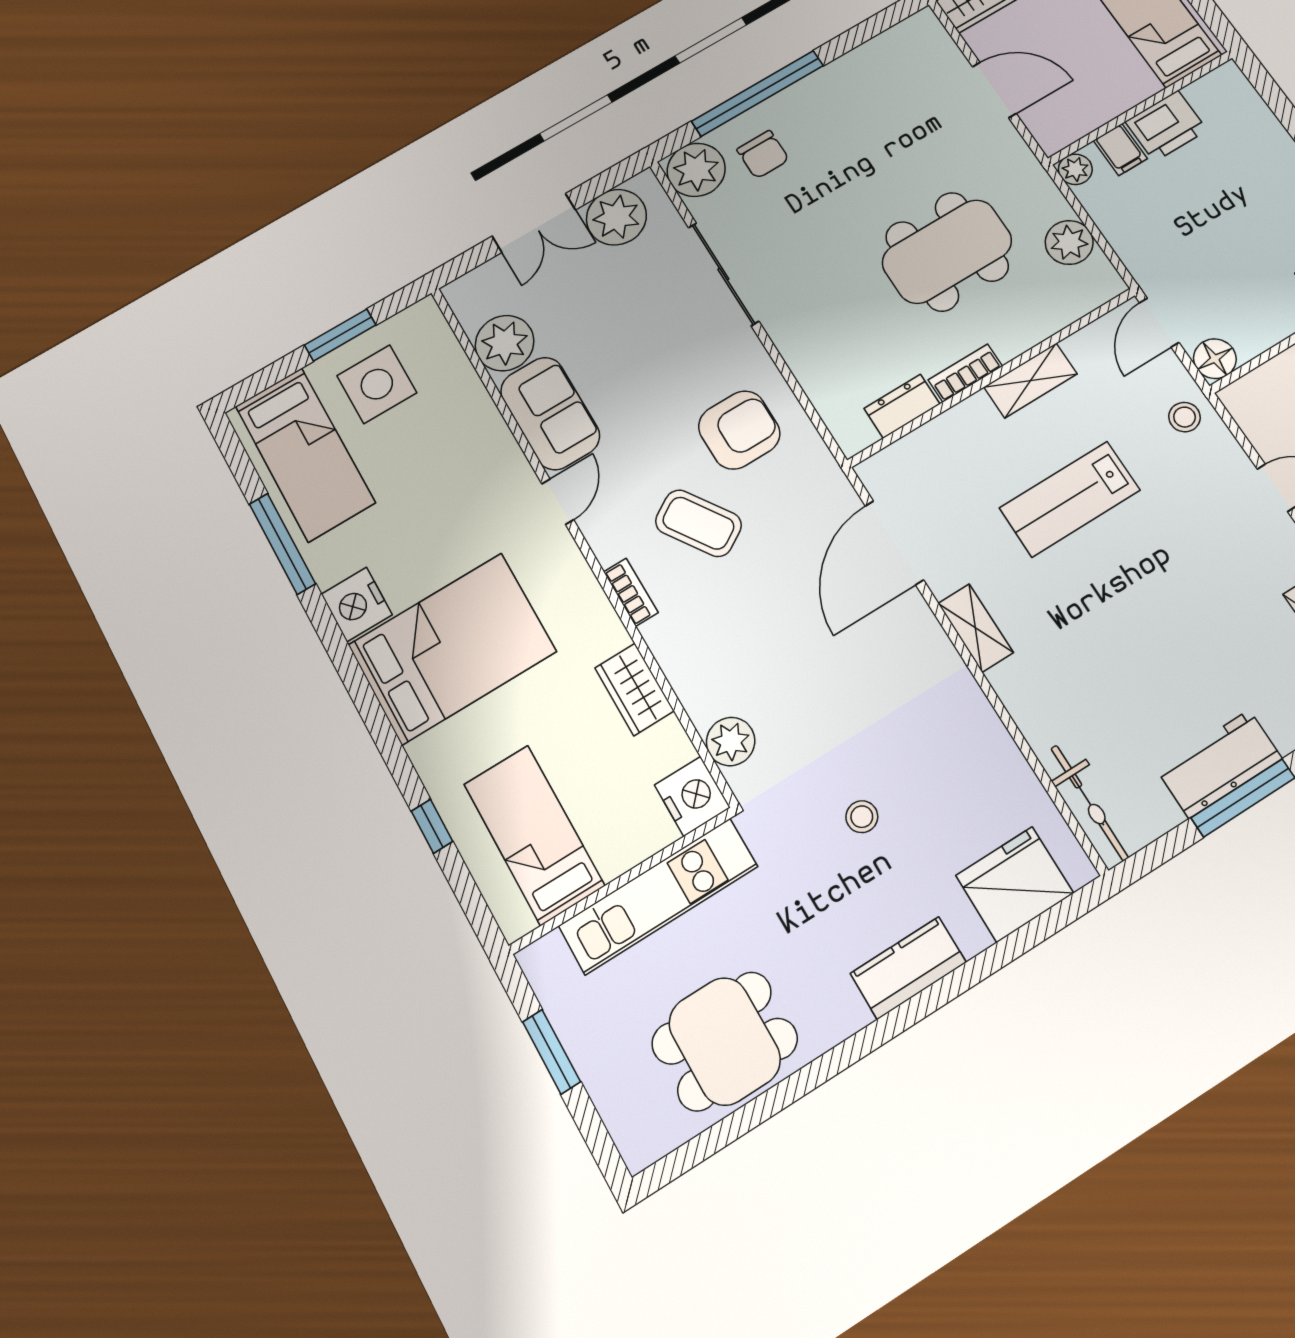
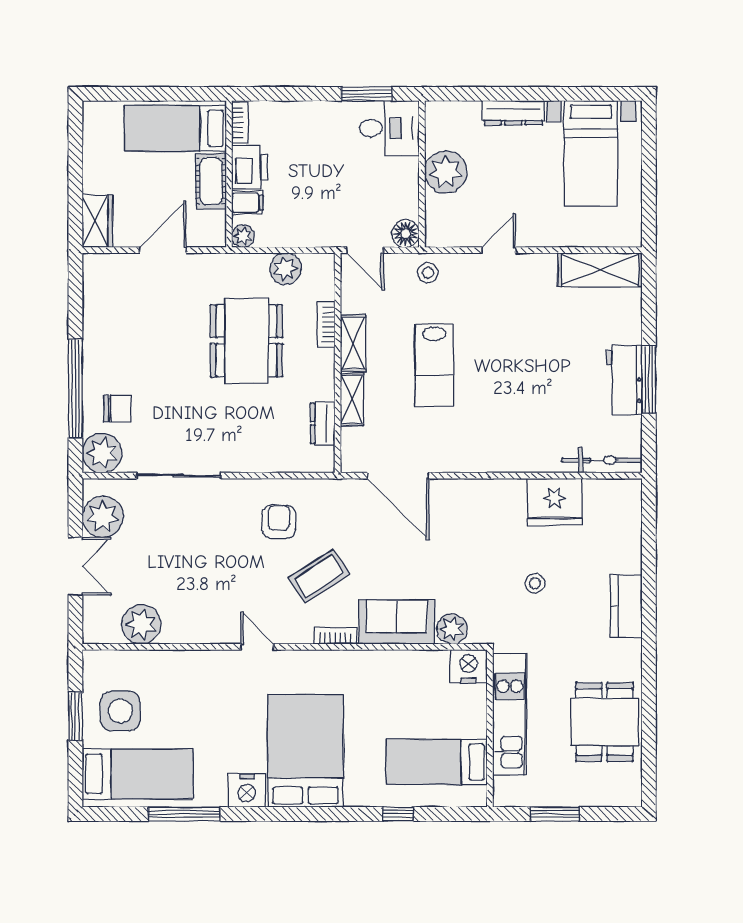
bookcase: (1212, 83) -> (240, 122), added
cot: (1117, 93) -> (211, 181), added
bookcase: (965, 373) -> (326, 325), moved
sofa: (550, 413) -> (397, 622), moved
armchair: (739, 430) -> (279, 522), width x0.72, depth x0.72
shelving: (976, 628) -> (352, 400), moved, turned 90
wardrobe: (634, 689) -> (391, 664), removed
fridge: (1015, 884) -> (554, 502), moved, turned -90

